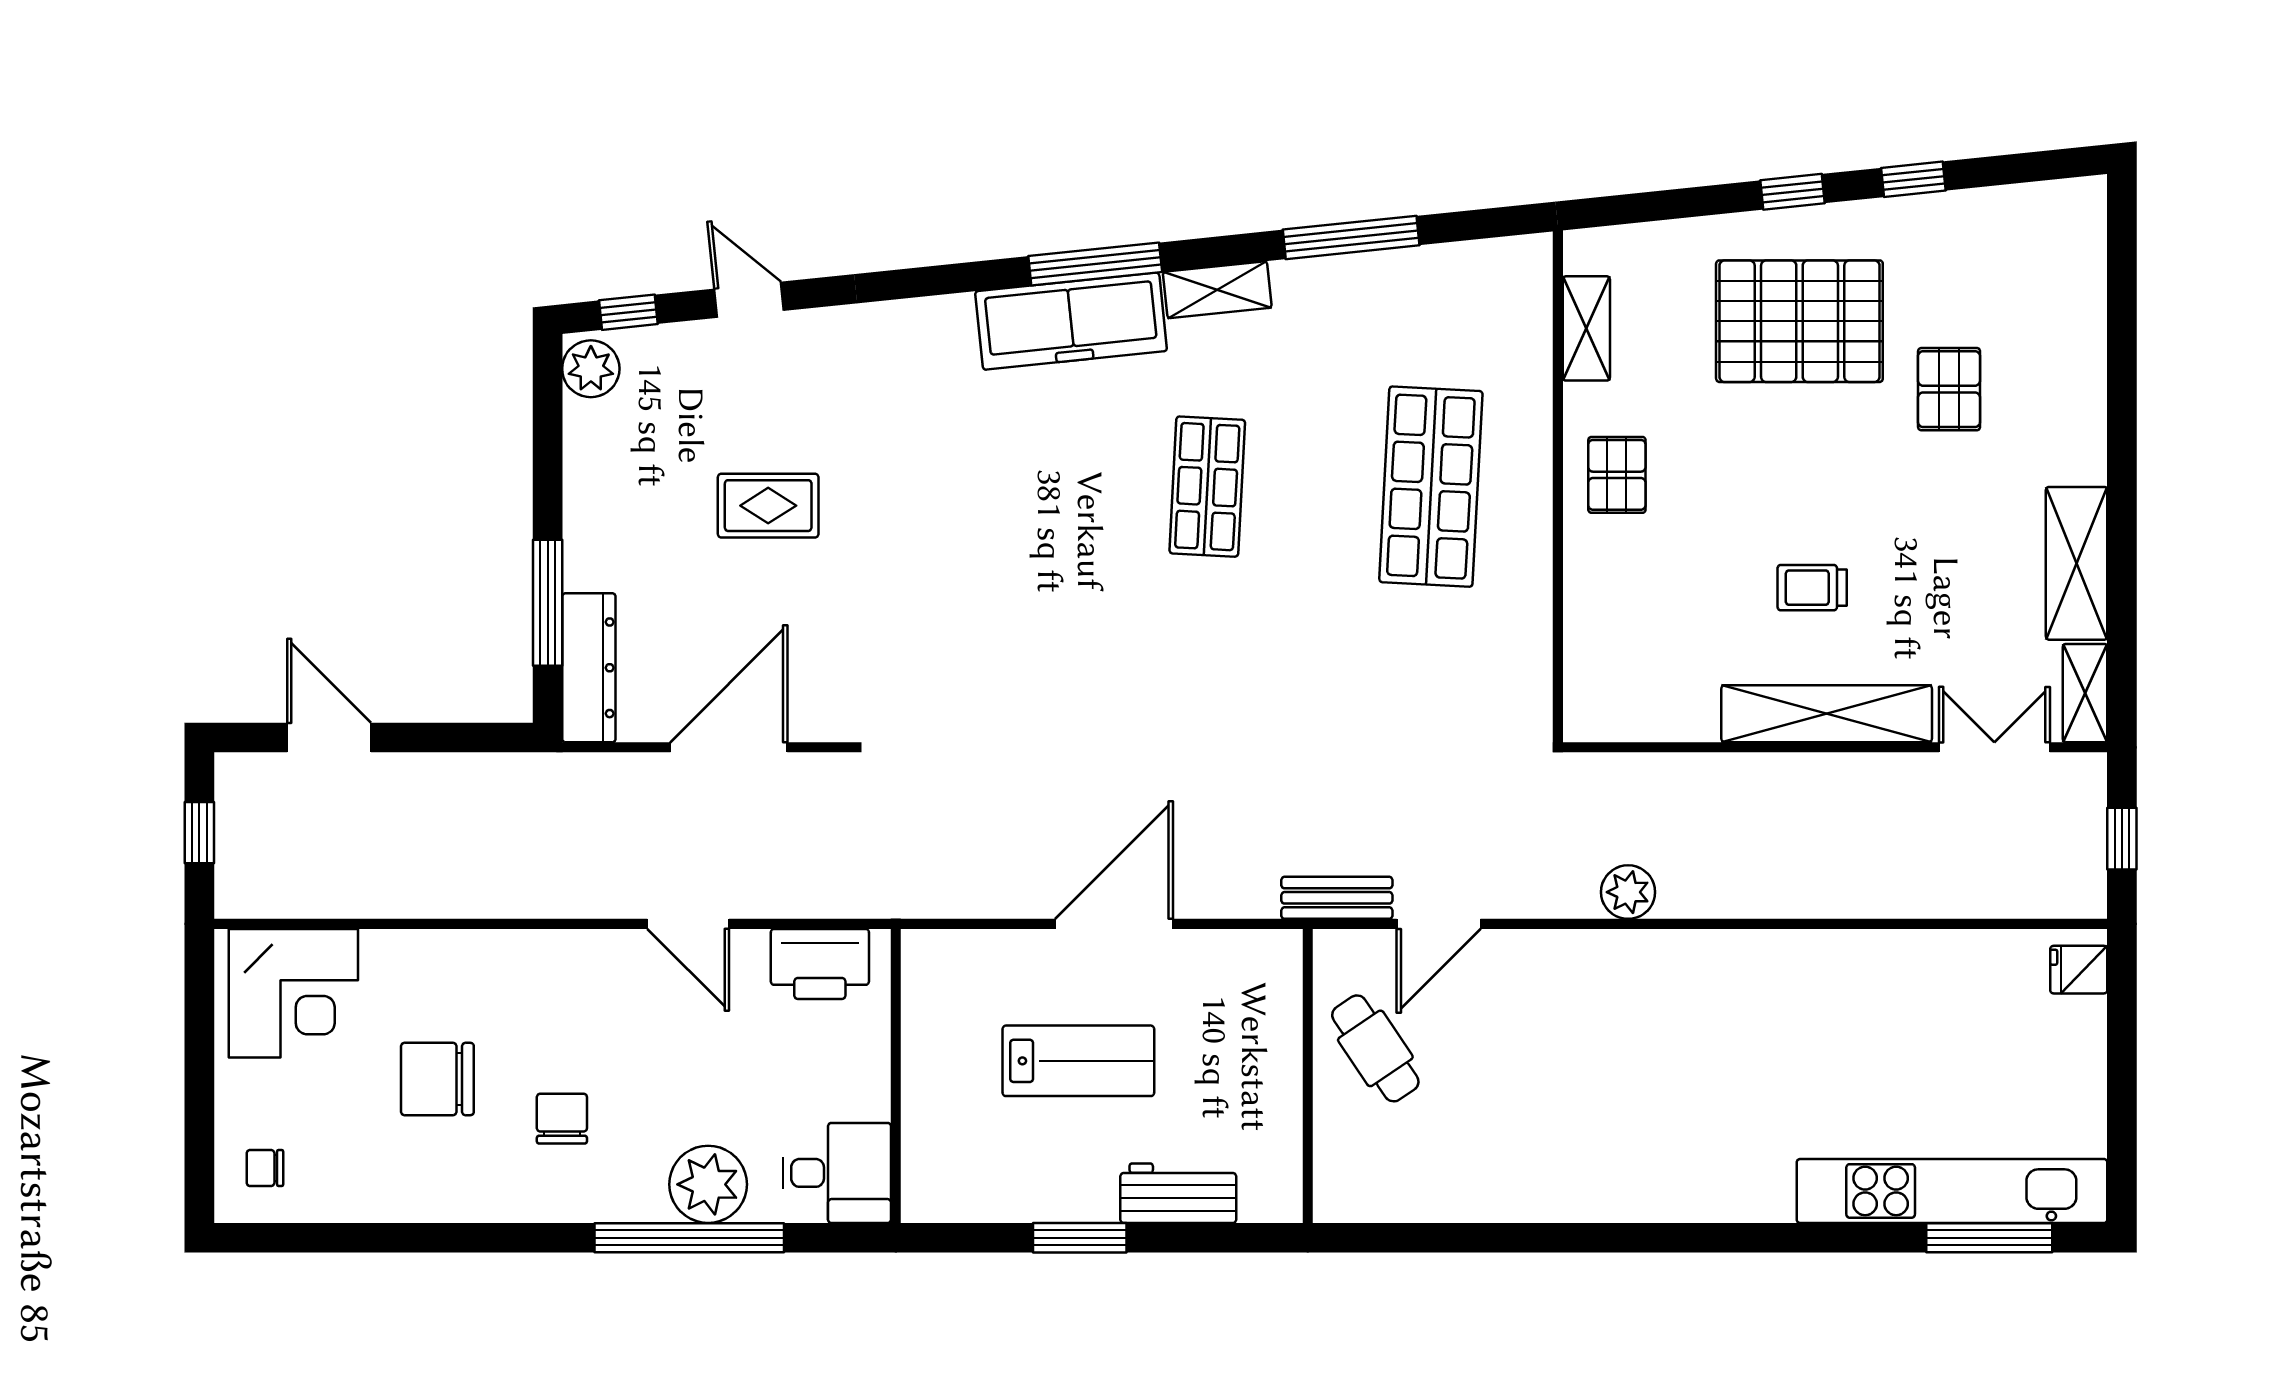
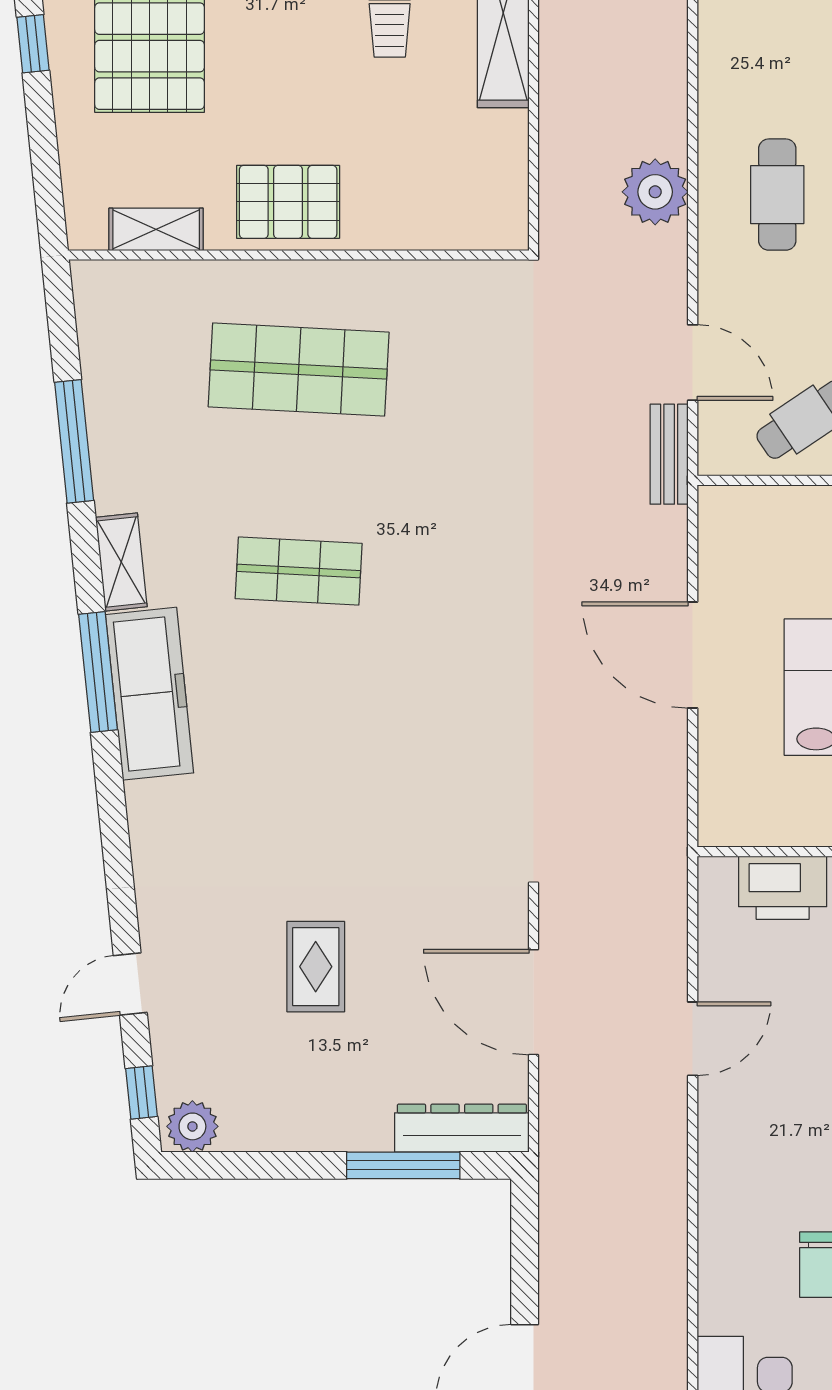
pallet: (1617, 475) -> (288, 202), width x1.50, depth x1.42
plant: (1628, 892) -> (655, 192), width x1.36, depth x1.36
printer: (820, 964) -> (783, 888), moved, turned 90
cafe table: (1625, 1018) -> (777, 195), added

